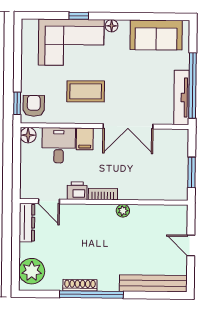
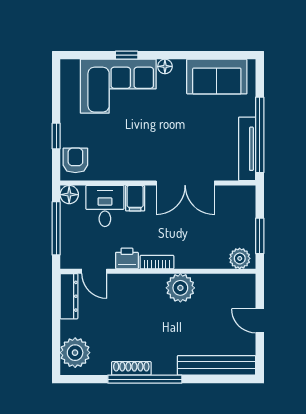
coffee table: (86, 91) -> (136, 143), removed
window: (17, 103) -> (56, 136), moved
window: (17, 164) -> (56, 228), added
plant: (174, 192) -> (240, 258), added
plant: (123, 211) -> (180, 288), width x1.88, depth x1.88

